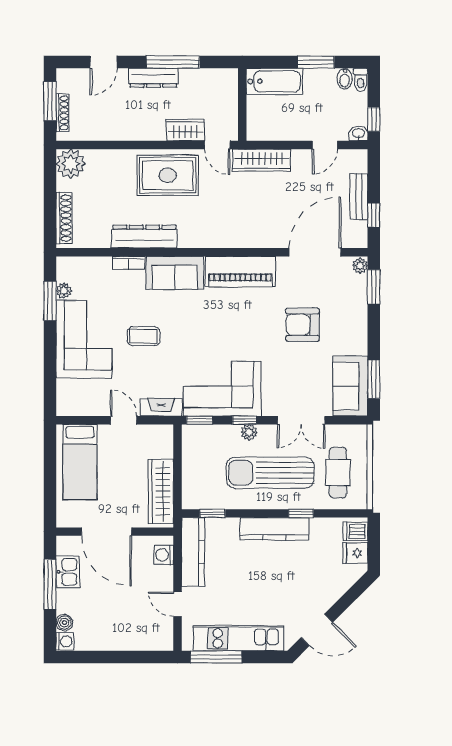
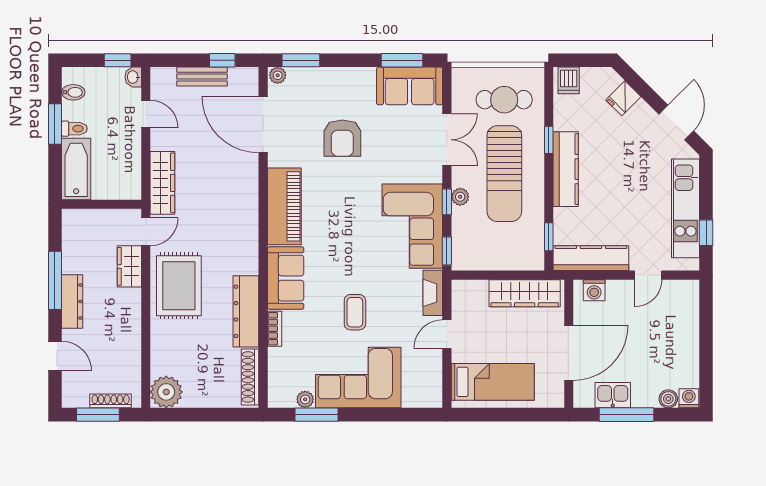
toilet: (361, 80) -> (74, 129), moved
shoe rack: (64, 218) -> (250, 377), moved, turned -90
fridge: (355, 553) -> (623, 98), moved, turned 45
window: (216, 657) -> (706, 233), width x0.46

